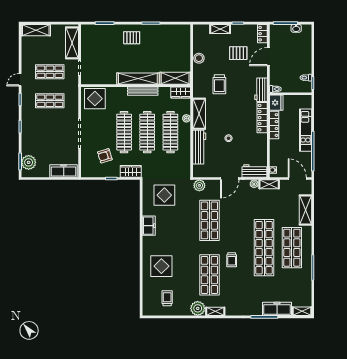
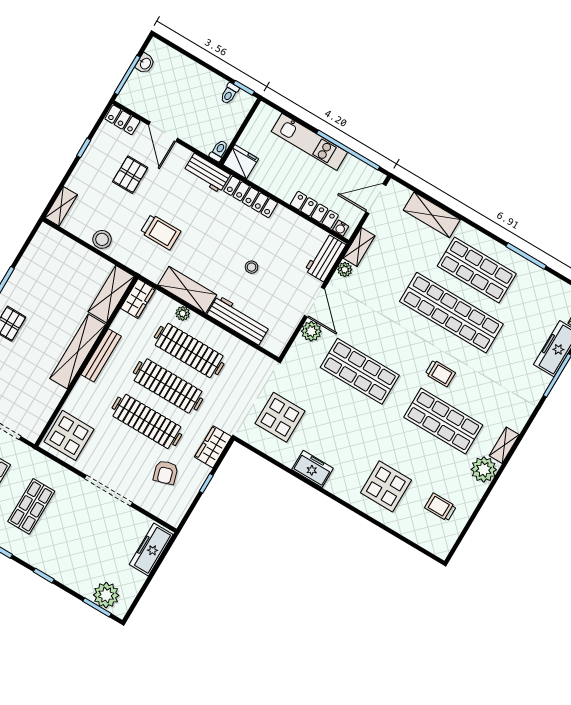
shelving: (220, 29) -> (61, 206), moved
locker: (274, 125) -> (314, 210), moved
plant: (199, 185) -> (311, 331), moved

